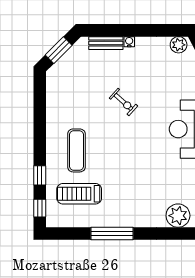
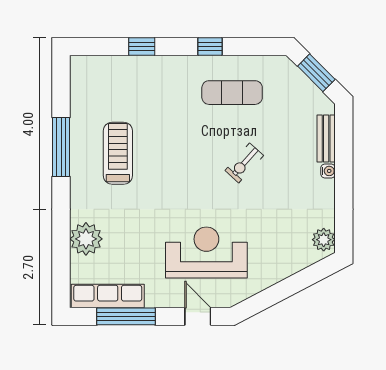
exercise mat: (76, 150) -> (232, 93), moved
treadmill: (79, 194) -> (118, 153), moved
window: (40, 208) -> (210, 46), moved

